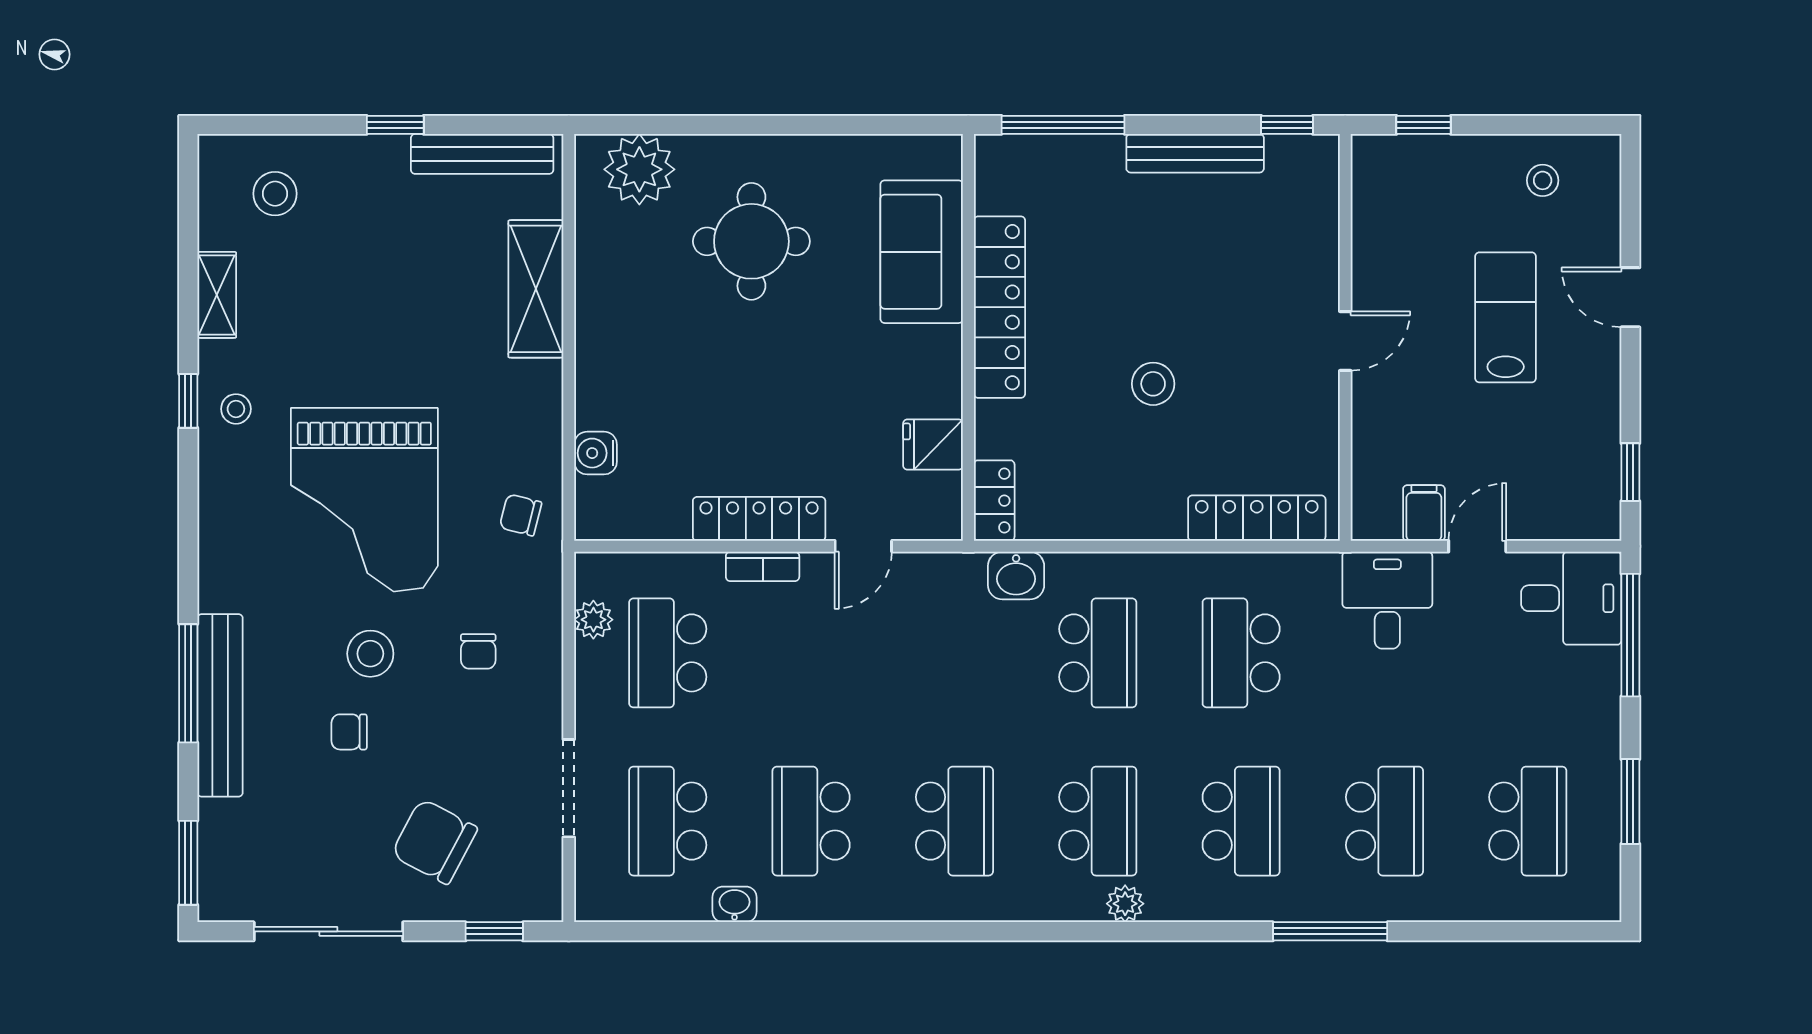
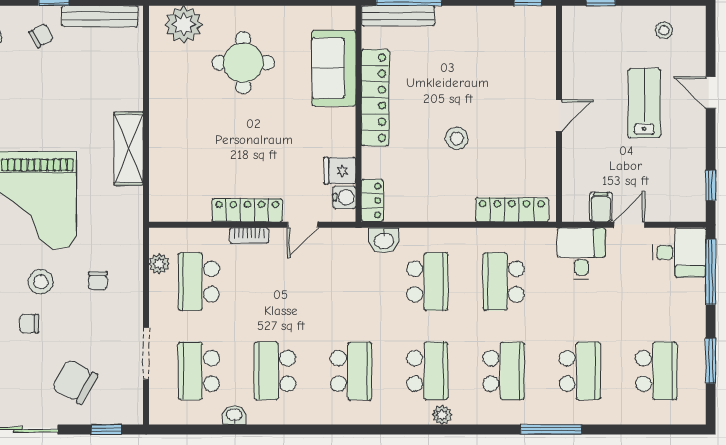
bench: (1195, 153) -> (398, 16), moved
shelving: (536, 289) -> (129, 149), moved
water cooler: (596, 453) -> (344, 197), moved, turned 180
chair: (521, 515) -> (41, 35), moved, turned 137

